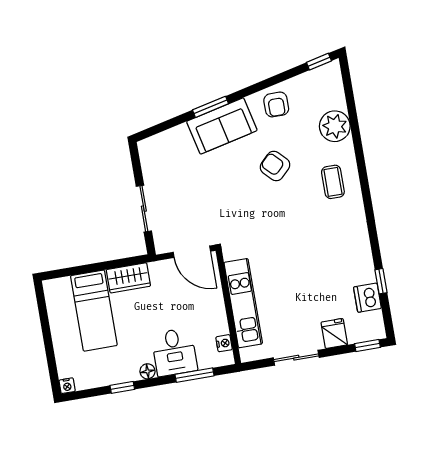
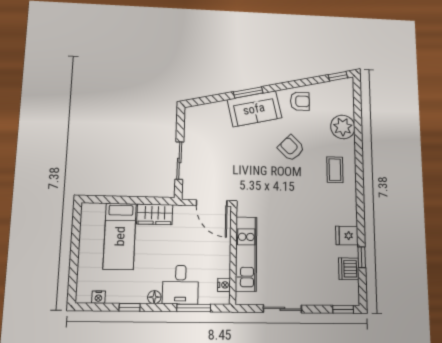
armchair: (276, 104) -> (300, 101), turned -90
fridge: (334, 333) -> (347, 236), moved, turned -90
nightstand: (67, 386) -> (98, 297), moved

